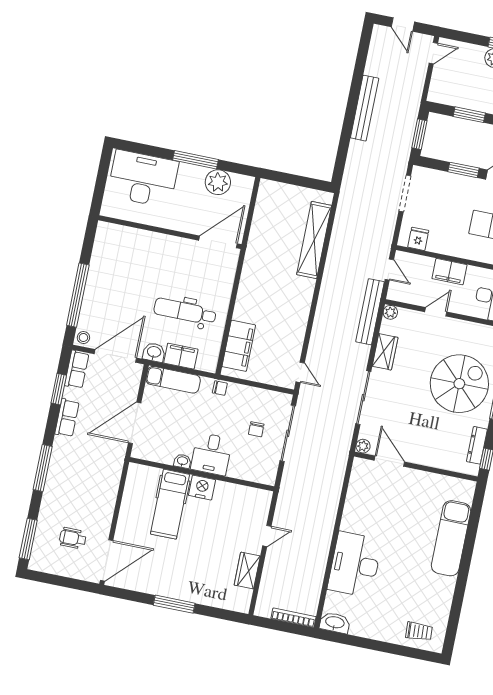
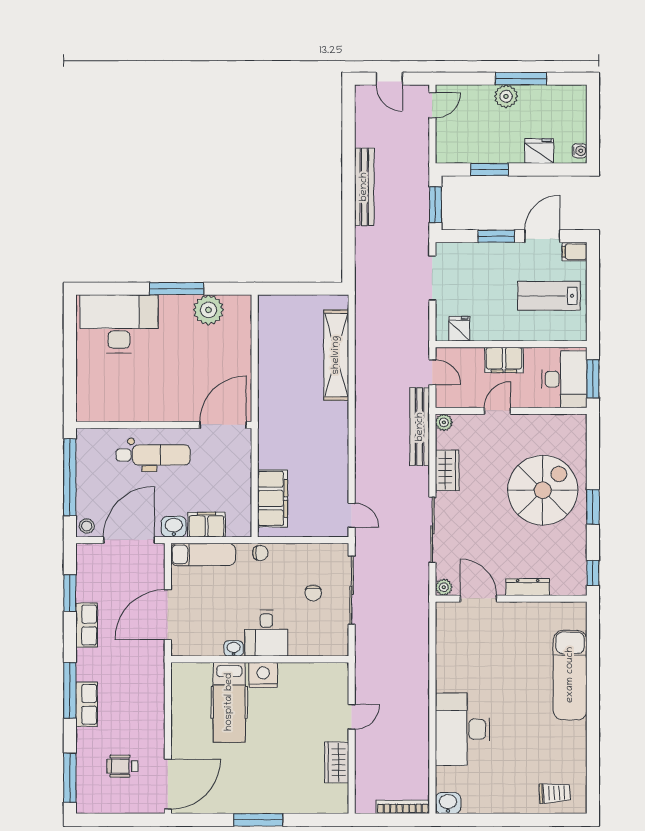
wall: (170, 232) -> (164, 425), moved
door: (218, 242) -> (223, 425), moved
dental chair: (185, 311) -> (153, 455), moved, turned 180
row of seats: (77, 369) -> (87, 704), moved
dresser: (477, 445) -> (528, 587), moved, turned 90
washbasin: (335, 623) -> (448, 803), width x0.72

